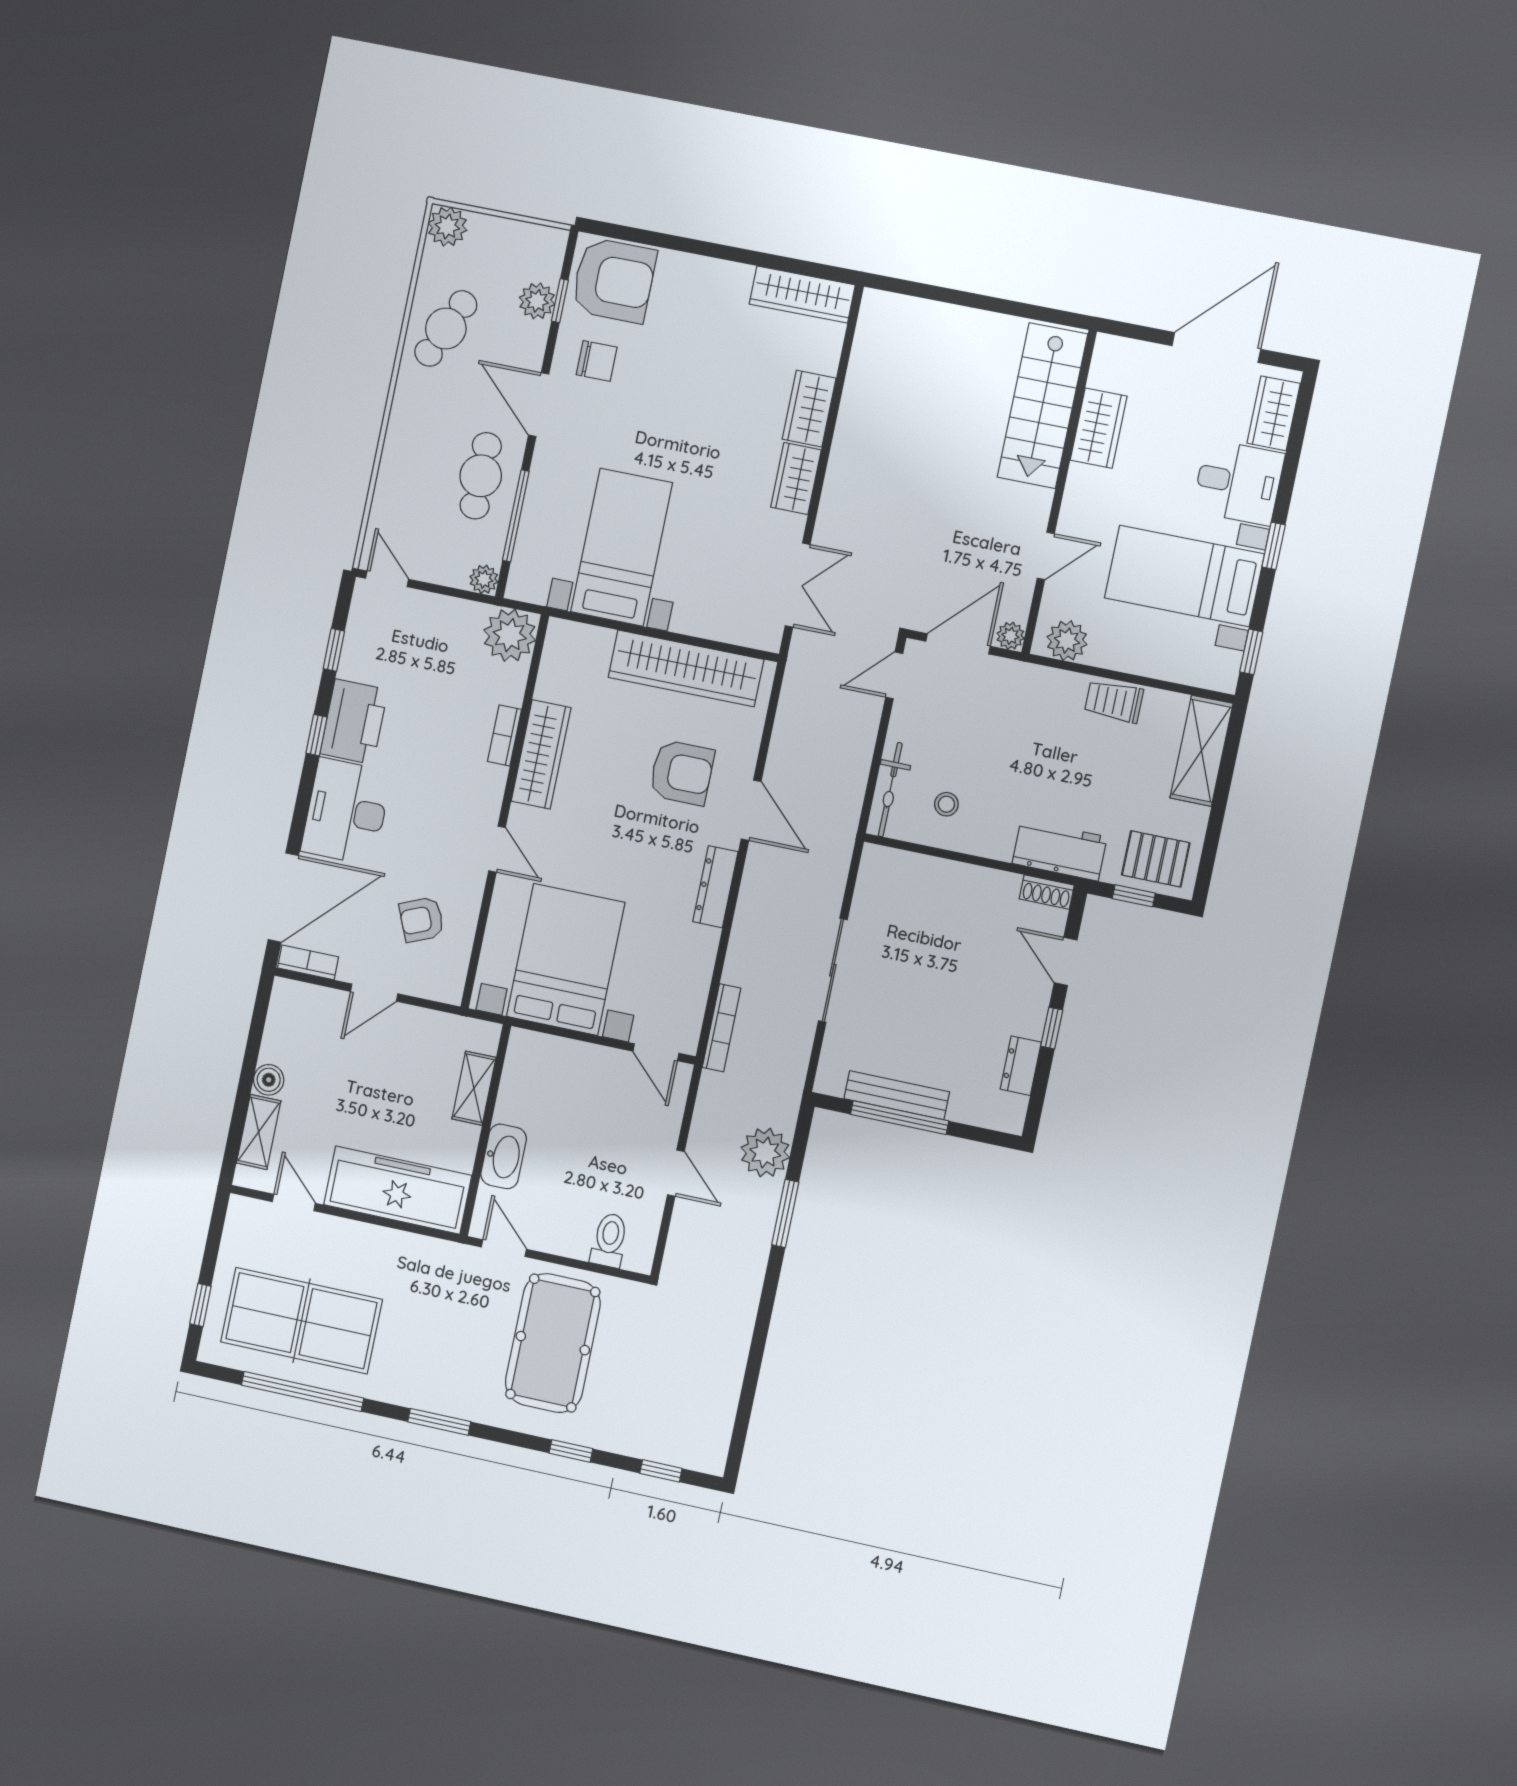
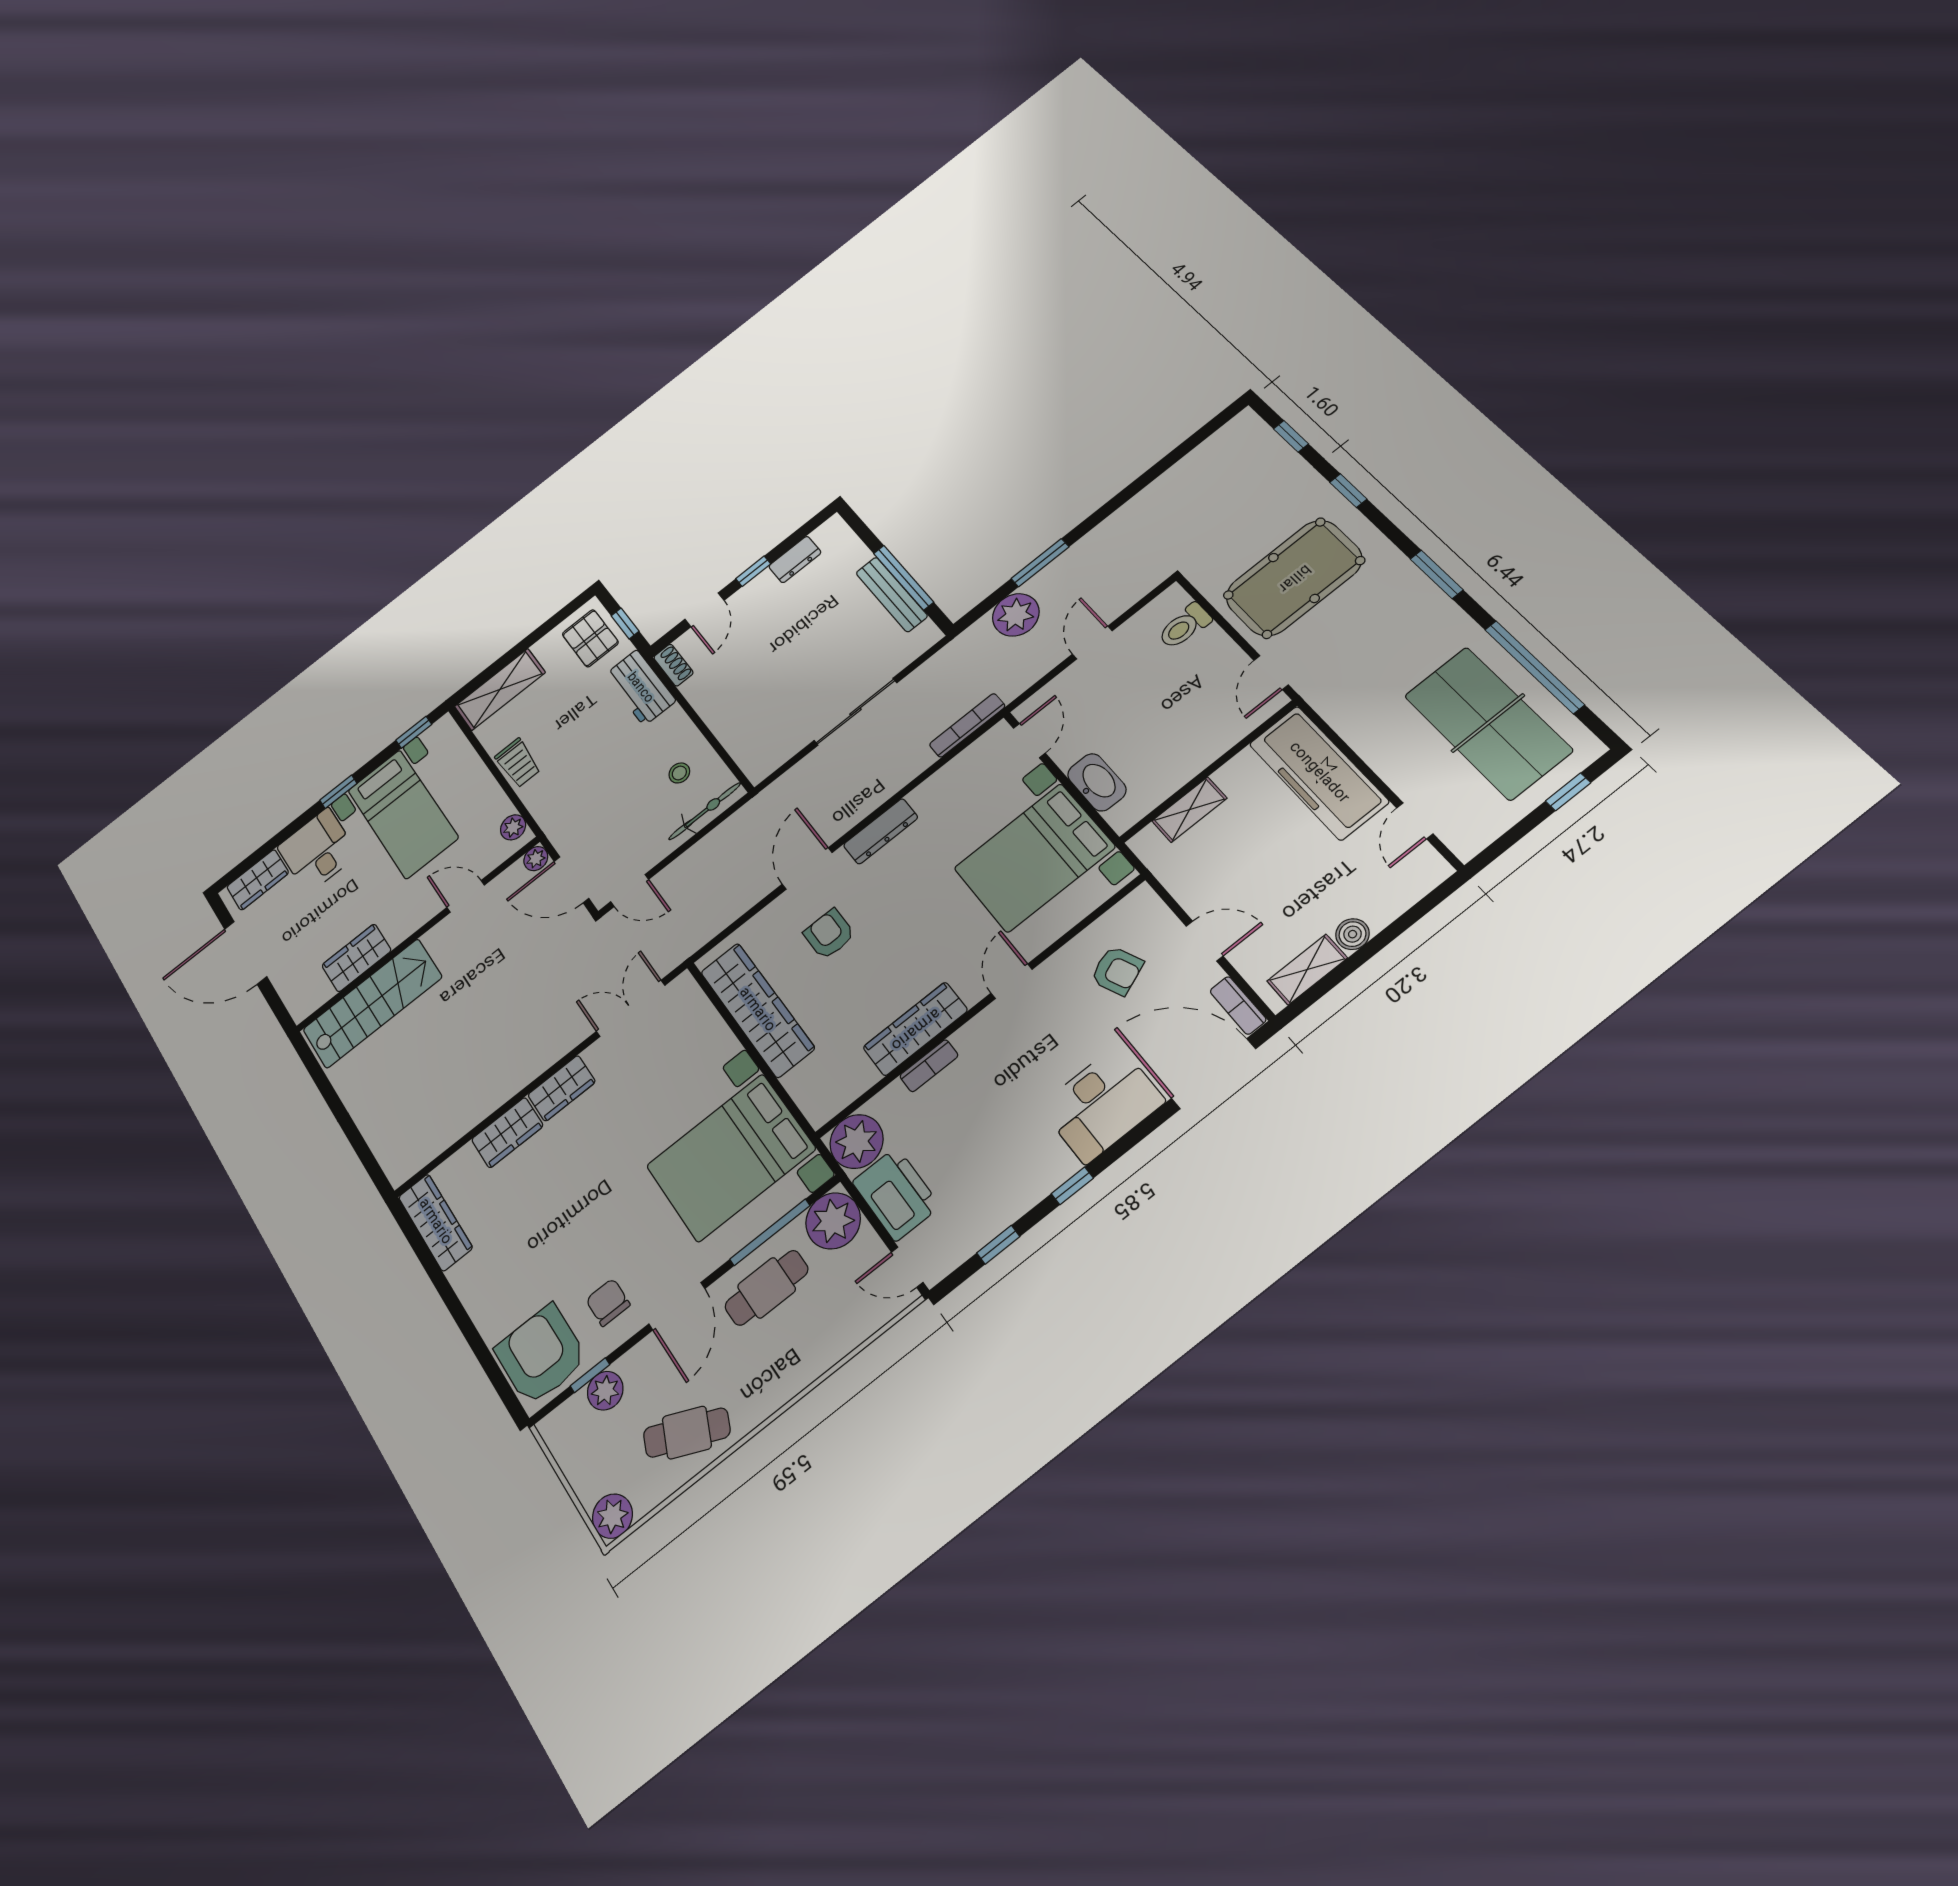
bed with nightstands: (622, 547) -> (731, 1157), width x1.36
door: (387, 579) -> (907, 1267), hinge flipped
plant: (484, 579) -> (833, 1221), width x1.88, depth x1.88
plant: (1067, 641) -> (513, 827), width x0.73, depth x0.73
printer: (354, 722) -> (896, 1194), moved, turned 90
armchair: (682, 773) -> (829, 934), width x0.72, depth x0.72
shelving: (259, 1132) -> (1307, 969), moved
washbasin: (504, 1156) -> (1097, 782), moved, turned 90

